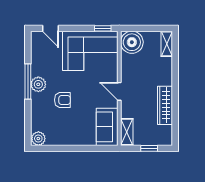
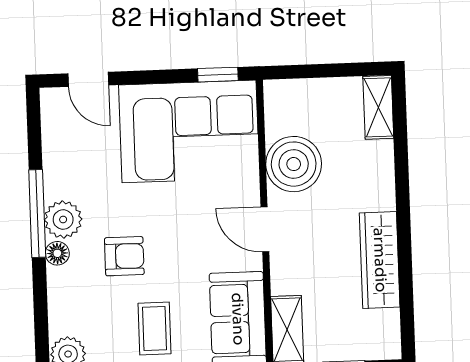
boiler: (132, 42) -> (294, 164), moved
floor lamp: (35, 98) -> (57, 253), added
coffee table: (73, 130) -> (155, 329), added

